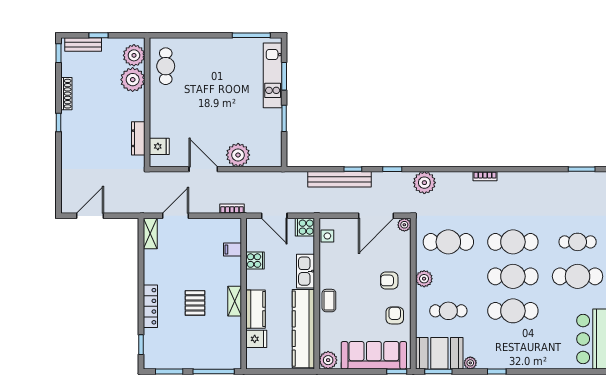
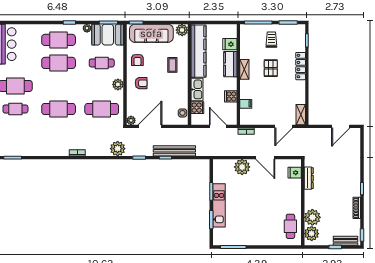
kitchen unit: (273, 75) -> (219, 205), moved
cooker: (305, 227) -> (197, 108), moved
cafe table: (513, 276) -> (59, 40), moved
coffee table: (329, 301) -> (172, 65), moved
trolley: (194, 346) -> (271, 40), added

